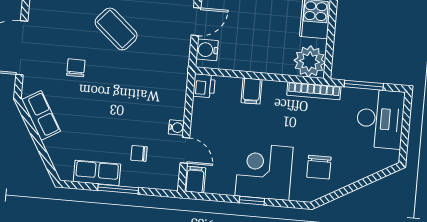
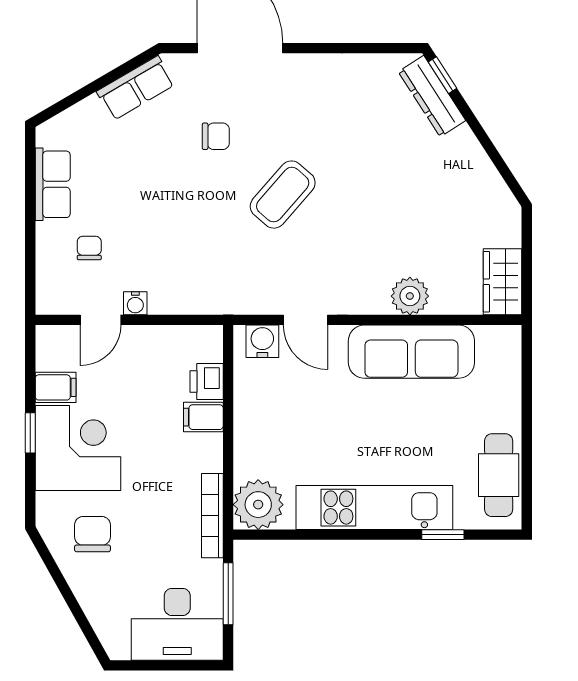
printer: (204, 86) -> (207, 381), moved, turned 90
chair: (319, 167) -> (92, 534), turned 90
filing cabinet: (195, 180) -> (56, 387), moved
window: (118, 189) -> (30, 220), removed

